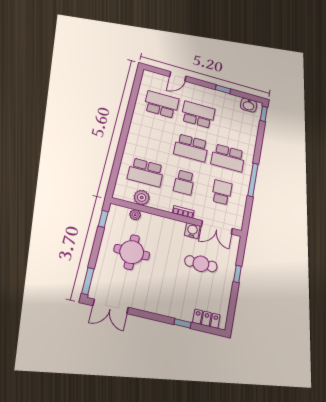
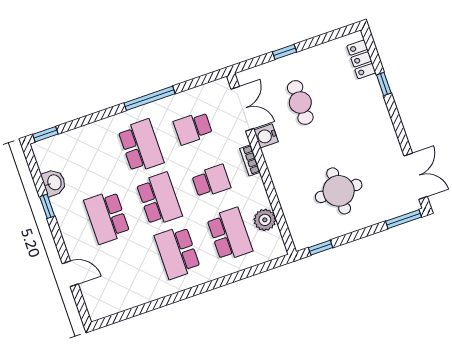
school desk: (161, 104) -> (177, 252), moved
washbasin: (249, 105) -> (54, 183), moved
plant: (135, 215) -> (291, 214), removed

